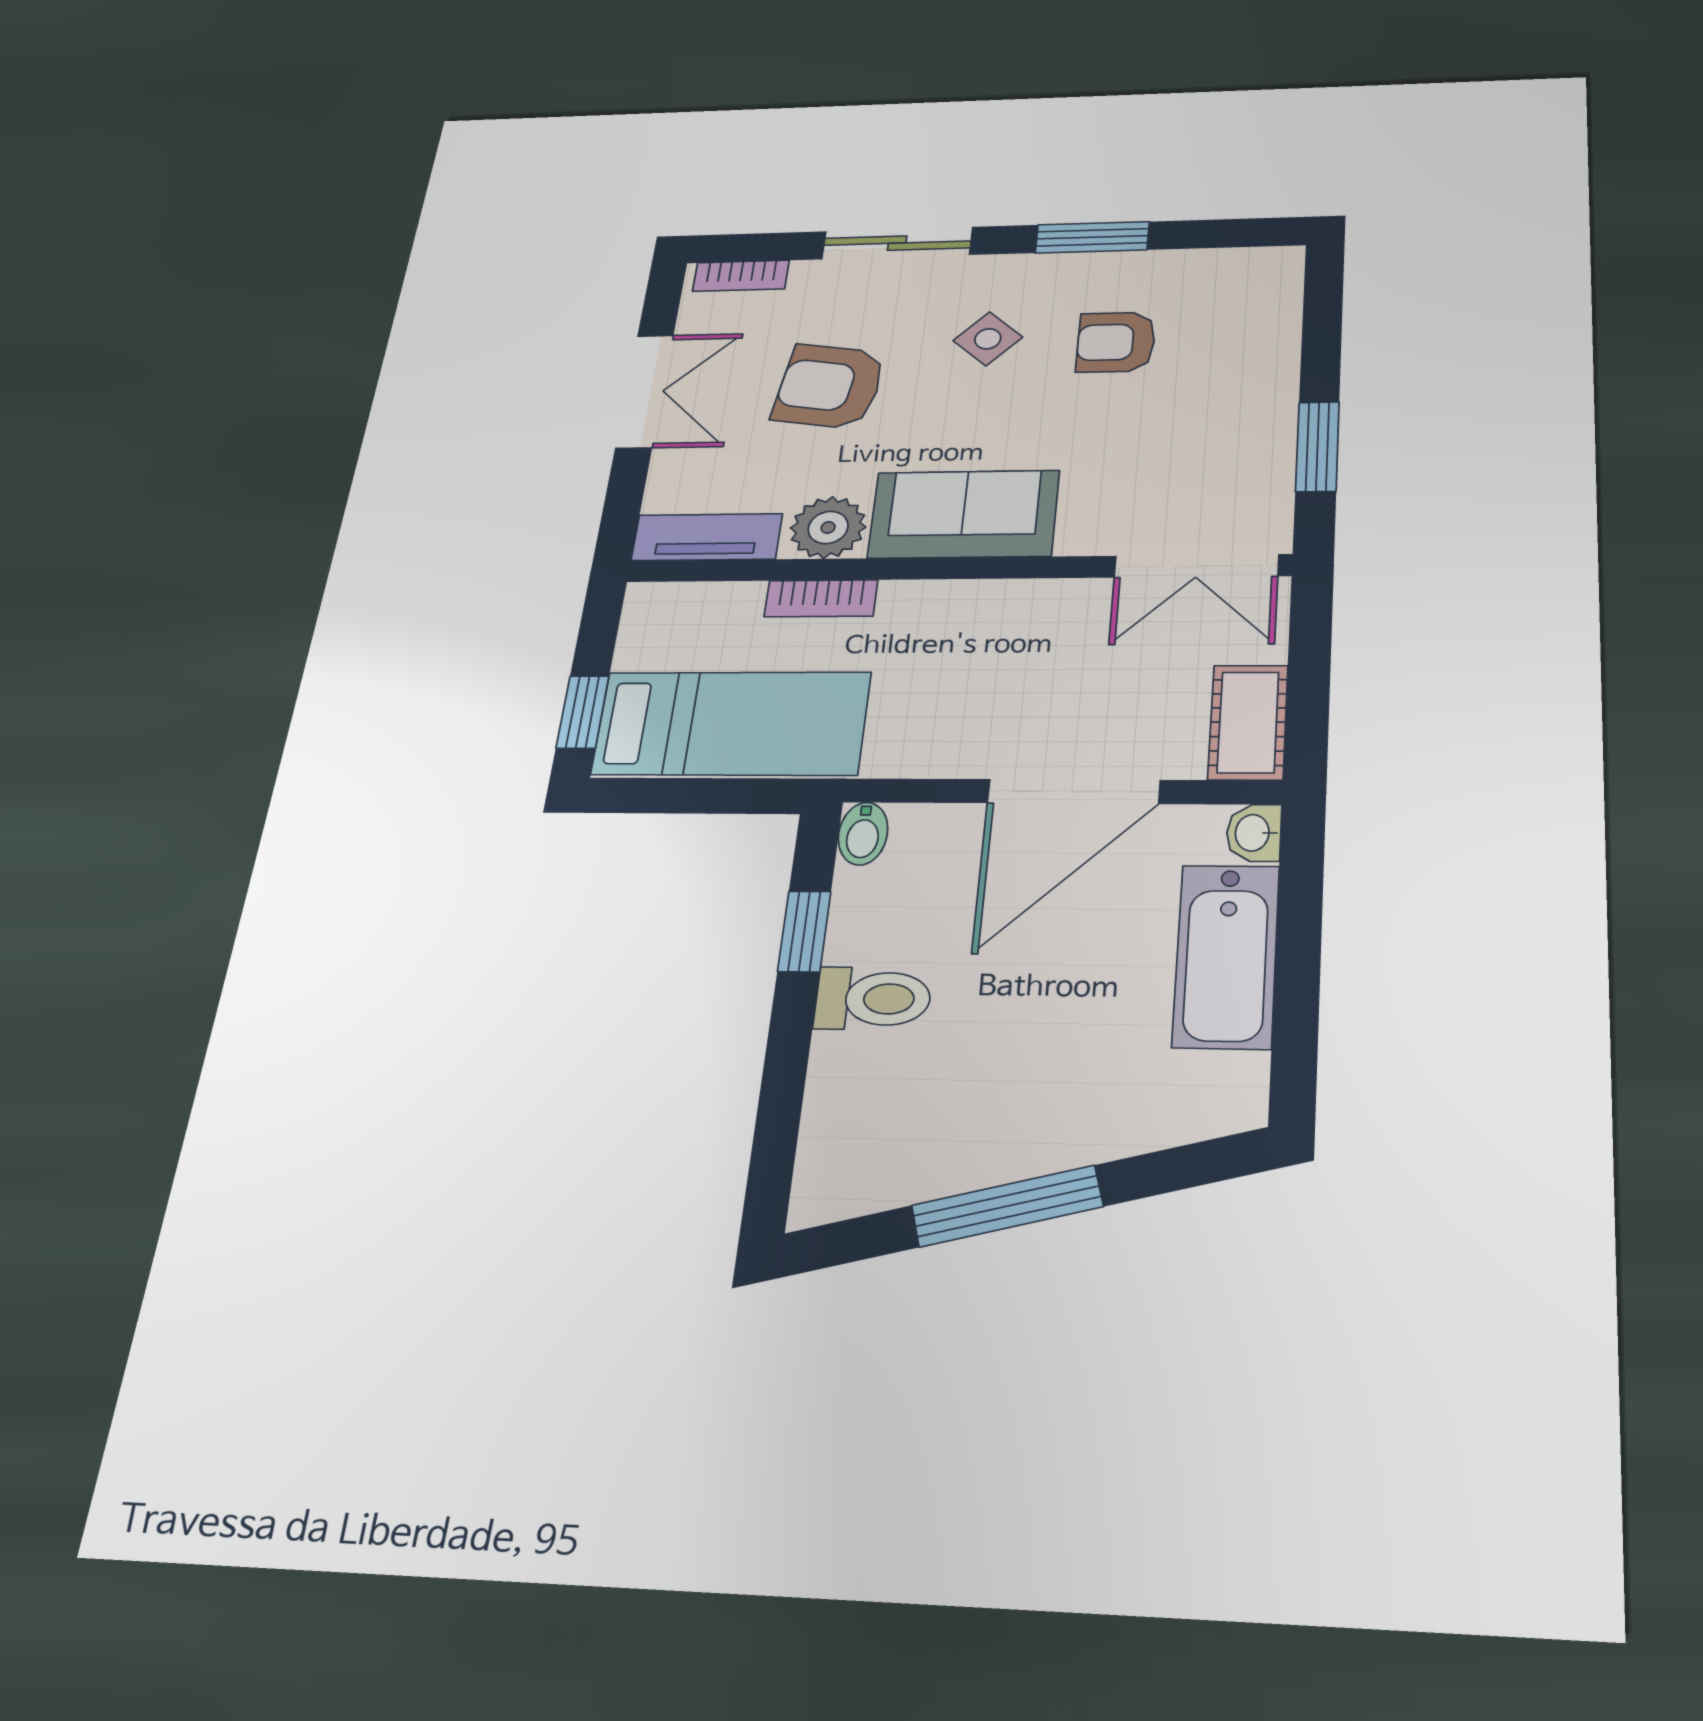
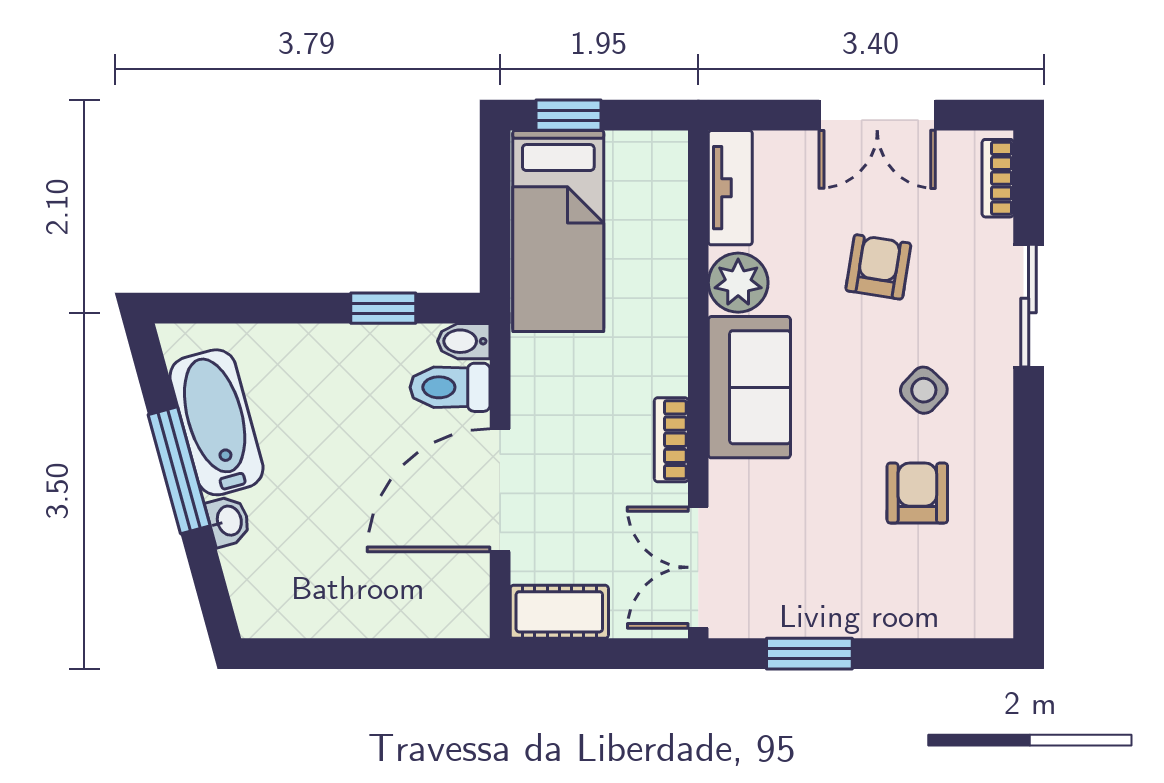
window: (1092, 237) -> (1029, 466), removed
armchair: (830, 386) -> (878, 267), width x0.72, depth x0.72
bookcase: (821, 598) -> (671, 440), moved
door: (1074, 792) -> (500, 490), hinge flipped
washbasin: (1254, 833) -> (228, 521), moved, turned 75
bathtub: (1226, 956) -> (216, 422), moved, turned 75
toilet: (873, 999) -> (450, 387), moved, turned 90

